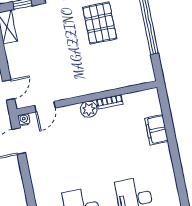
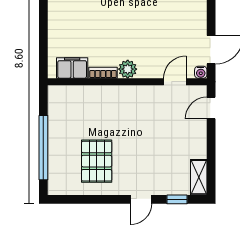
filing cabinet: (156, 130) -> (72, 68), moved, turned -90

